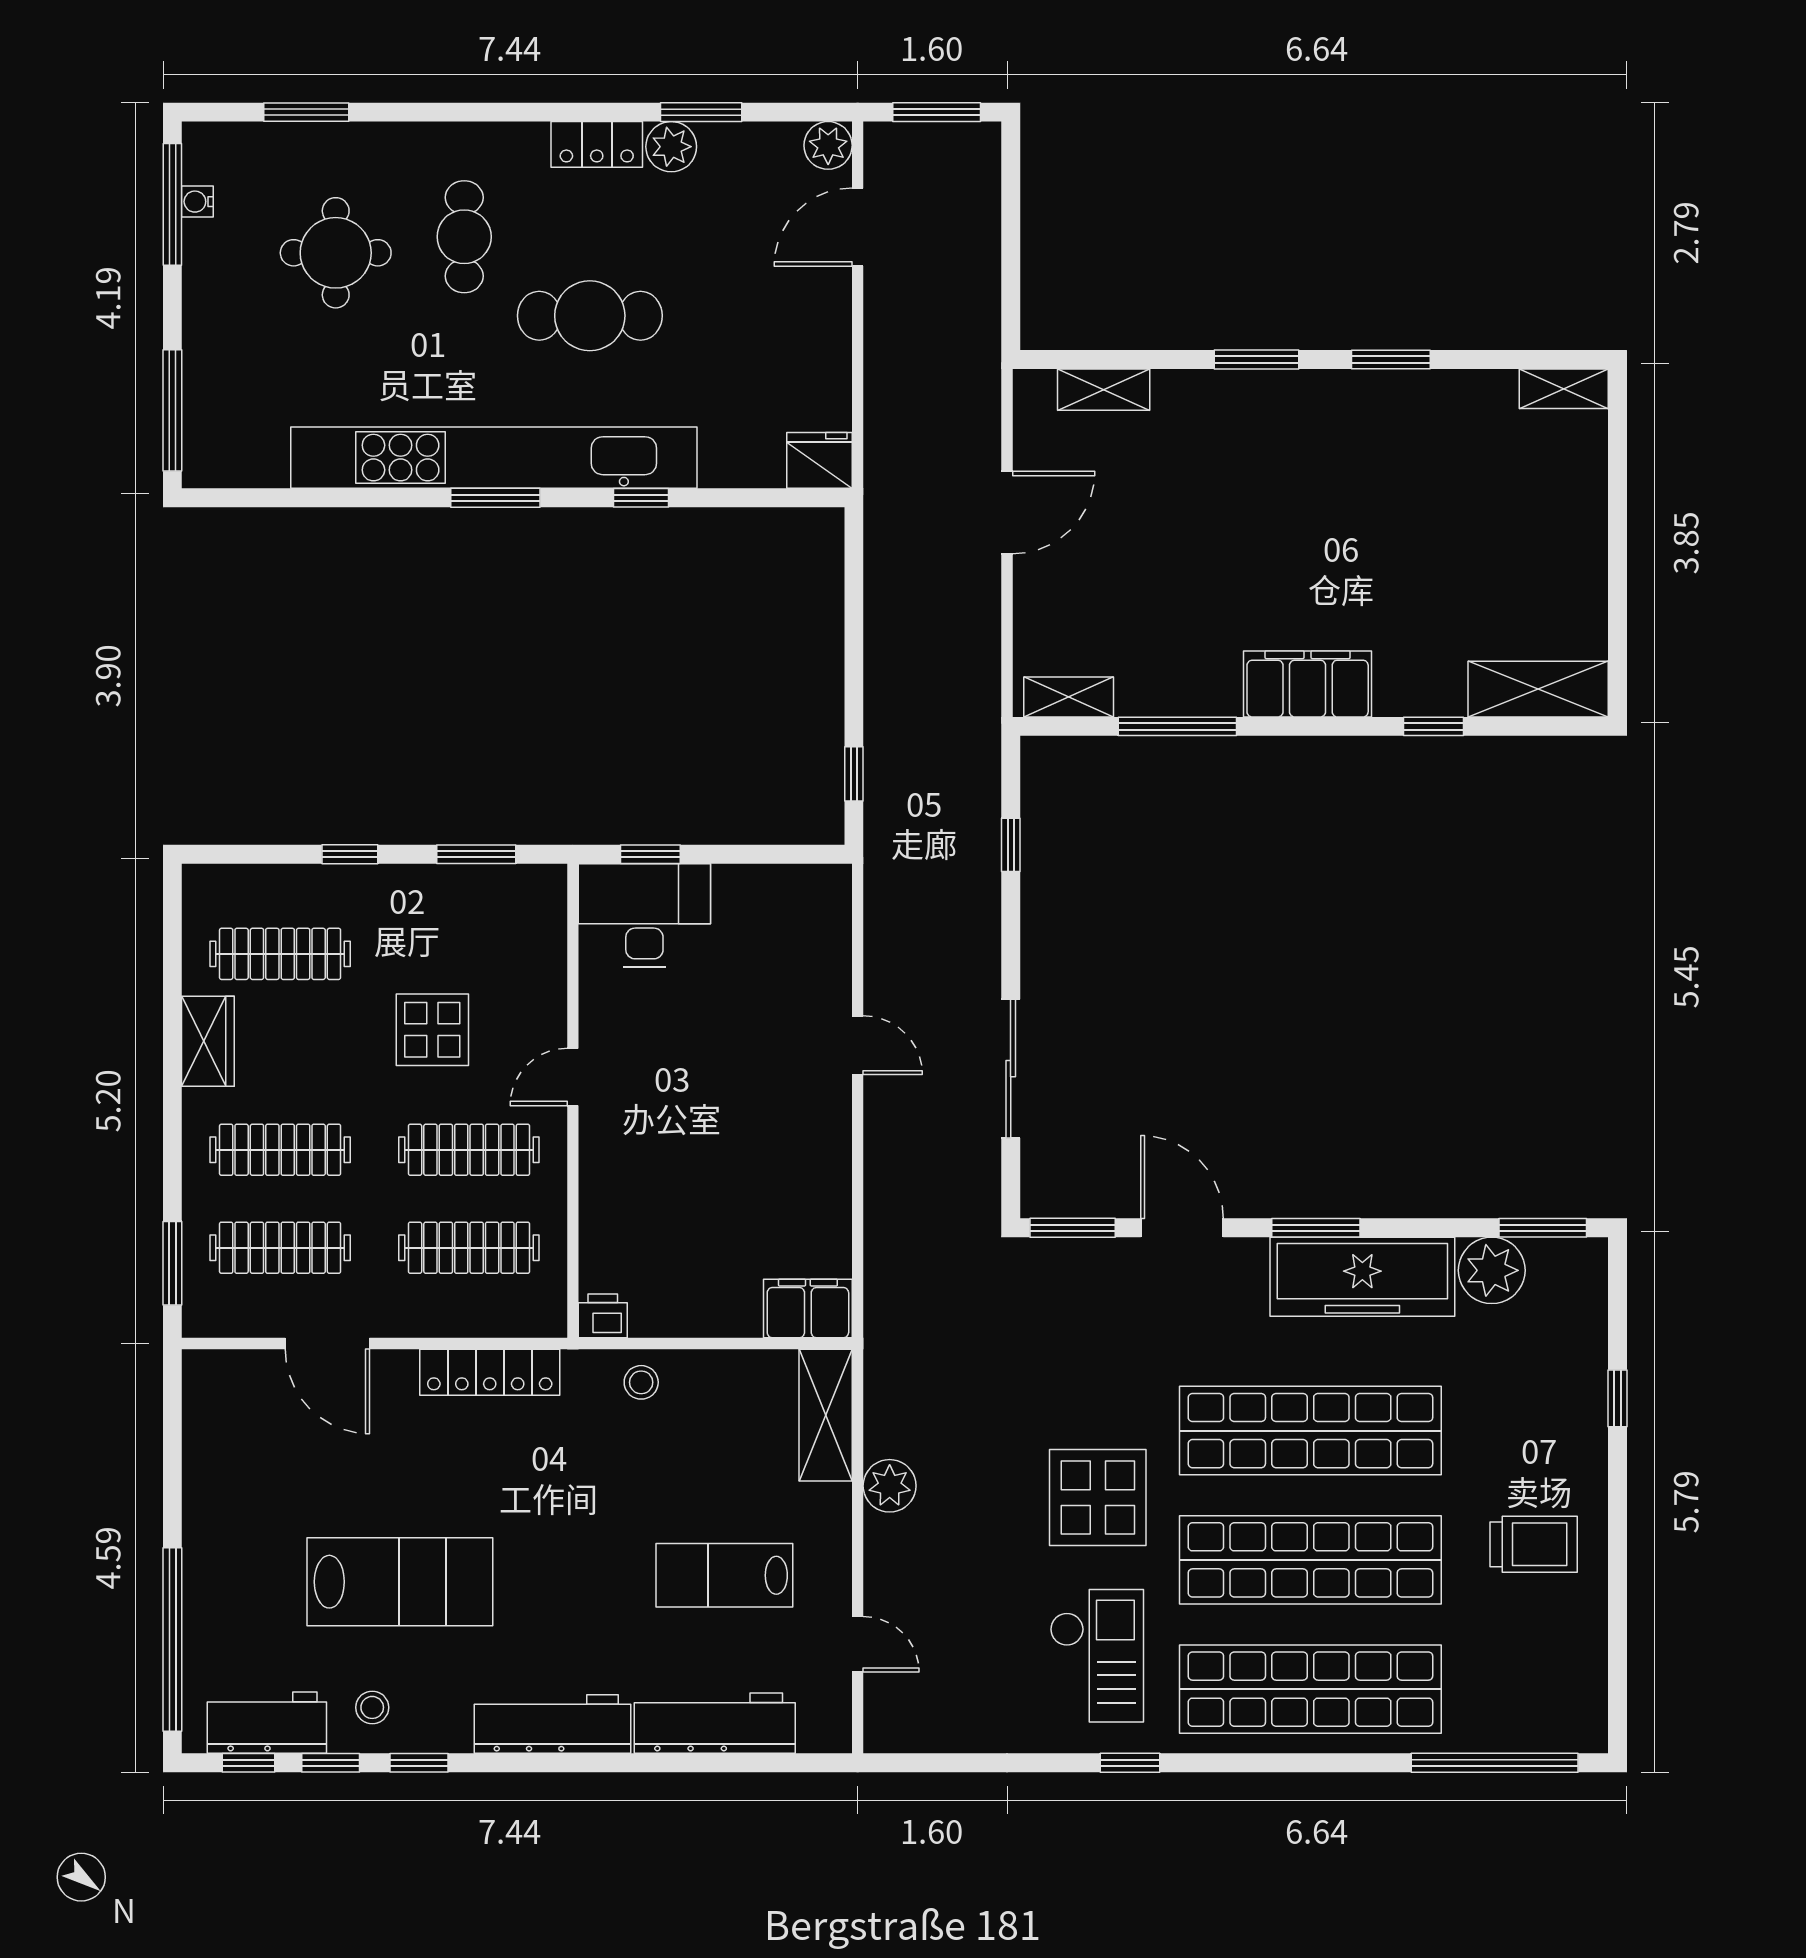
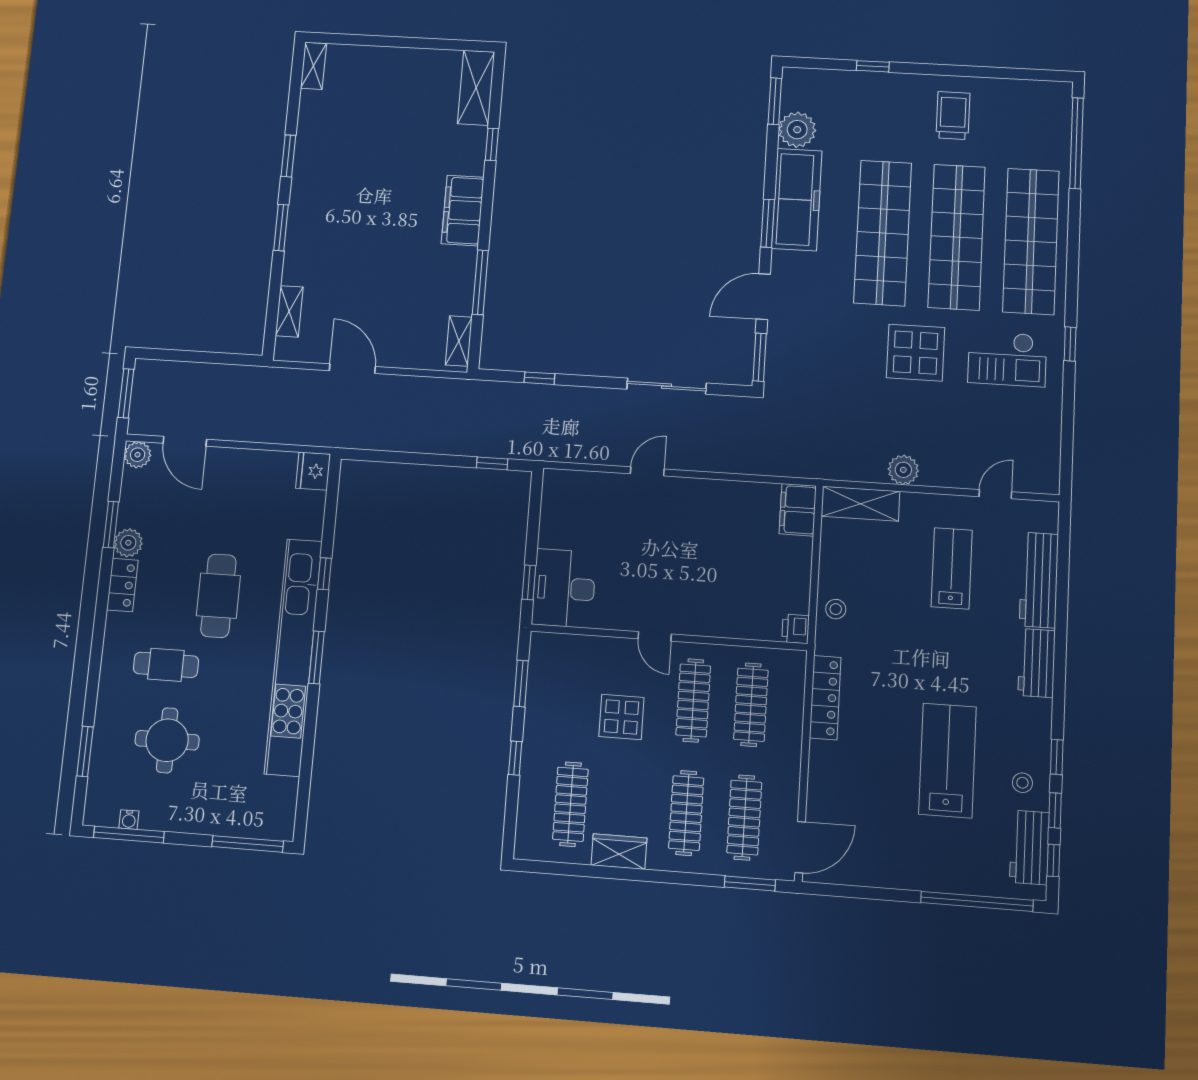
door: (327, 1344) -> (800, 847), moved
lab bench: (724, 1575) -> (952, 568), turned 180
checkout: (1097, 1656) -> (1007, 359), turned 180
workbench: (552, 1724) -> (1037, 663), width x0.73

